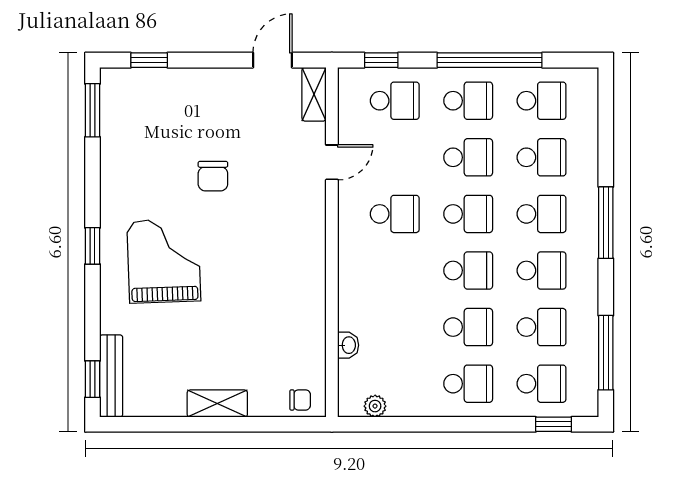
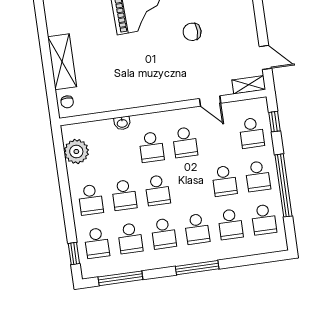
school desk: (468, 214) -> (151, 147), moved
washbasin: (348, 345) -> (122, 123), moved
shelving: (217, 404) -> (62, 62), width x1.50, depth x1.33
plant: (375, 406) -> (76, 151), width x1.87, depth x1.87

